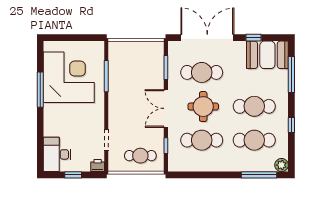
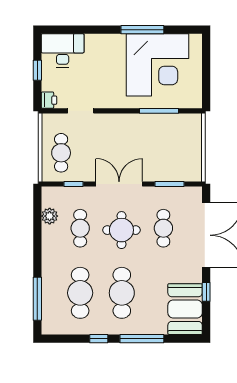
cafe table: (202, 72) -> (163, 228), width x0.73, depth x0.74
window: (291, 75) -> (142, 339), moved
cafe table: (202, 140) -> (80, 228), width x0.73, depth x0.74
plant: (281, 165) -> (50, 216), moved

